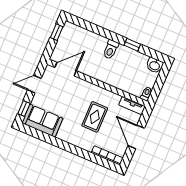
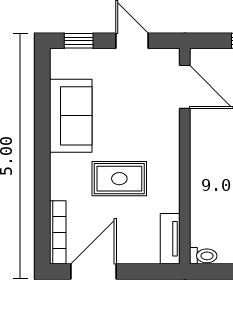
sofa: (42, 121) -> (71, 116), moved
door: (136, 137) -> (93, 272), moved

